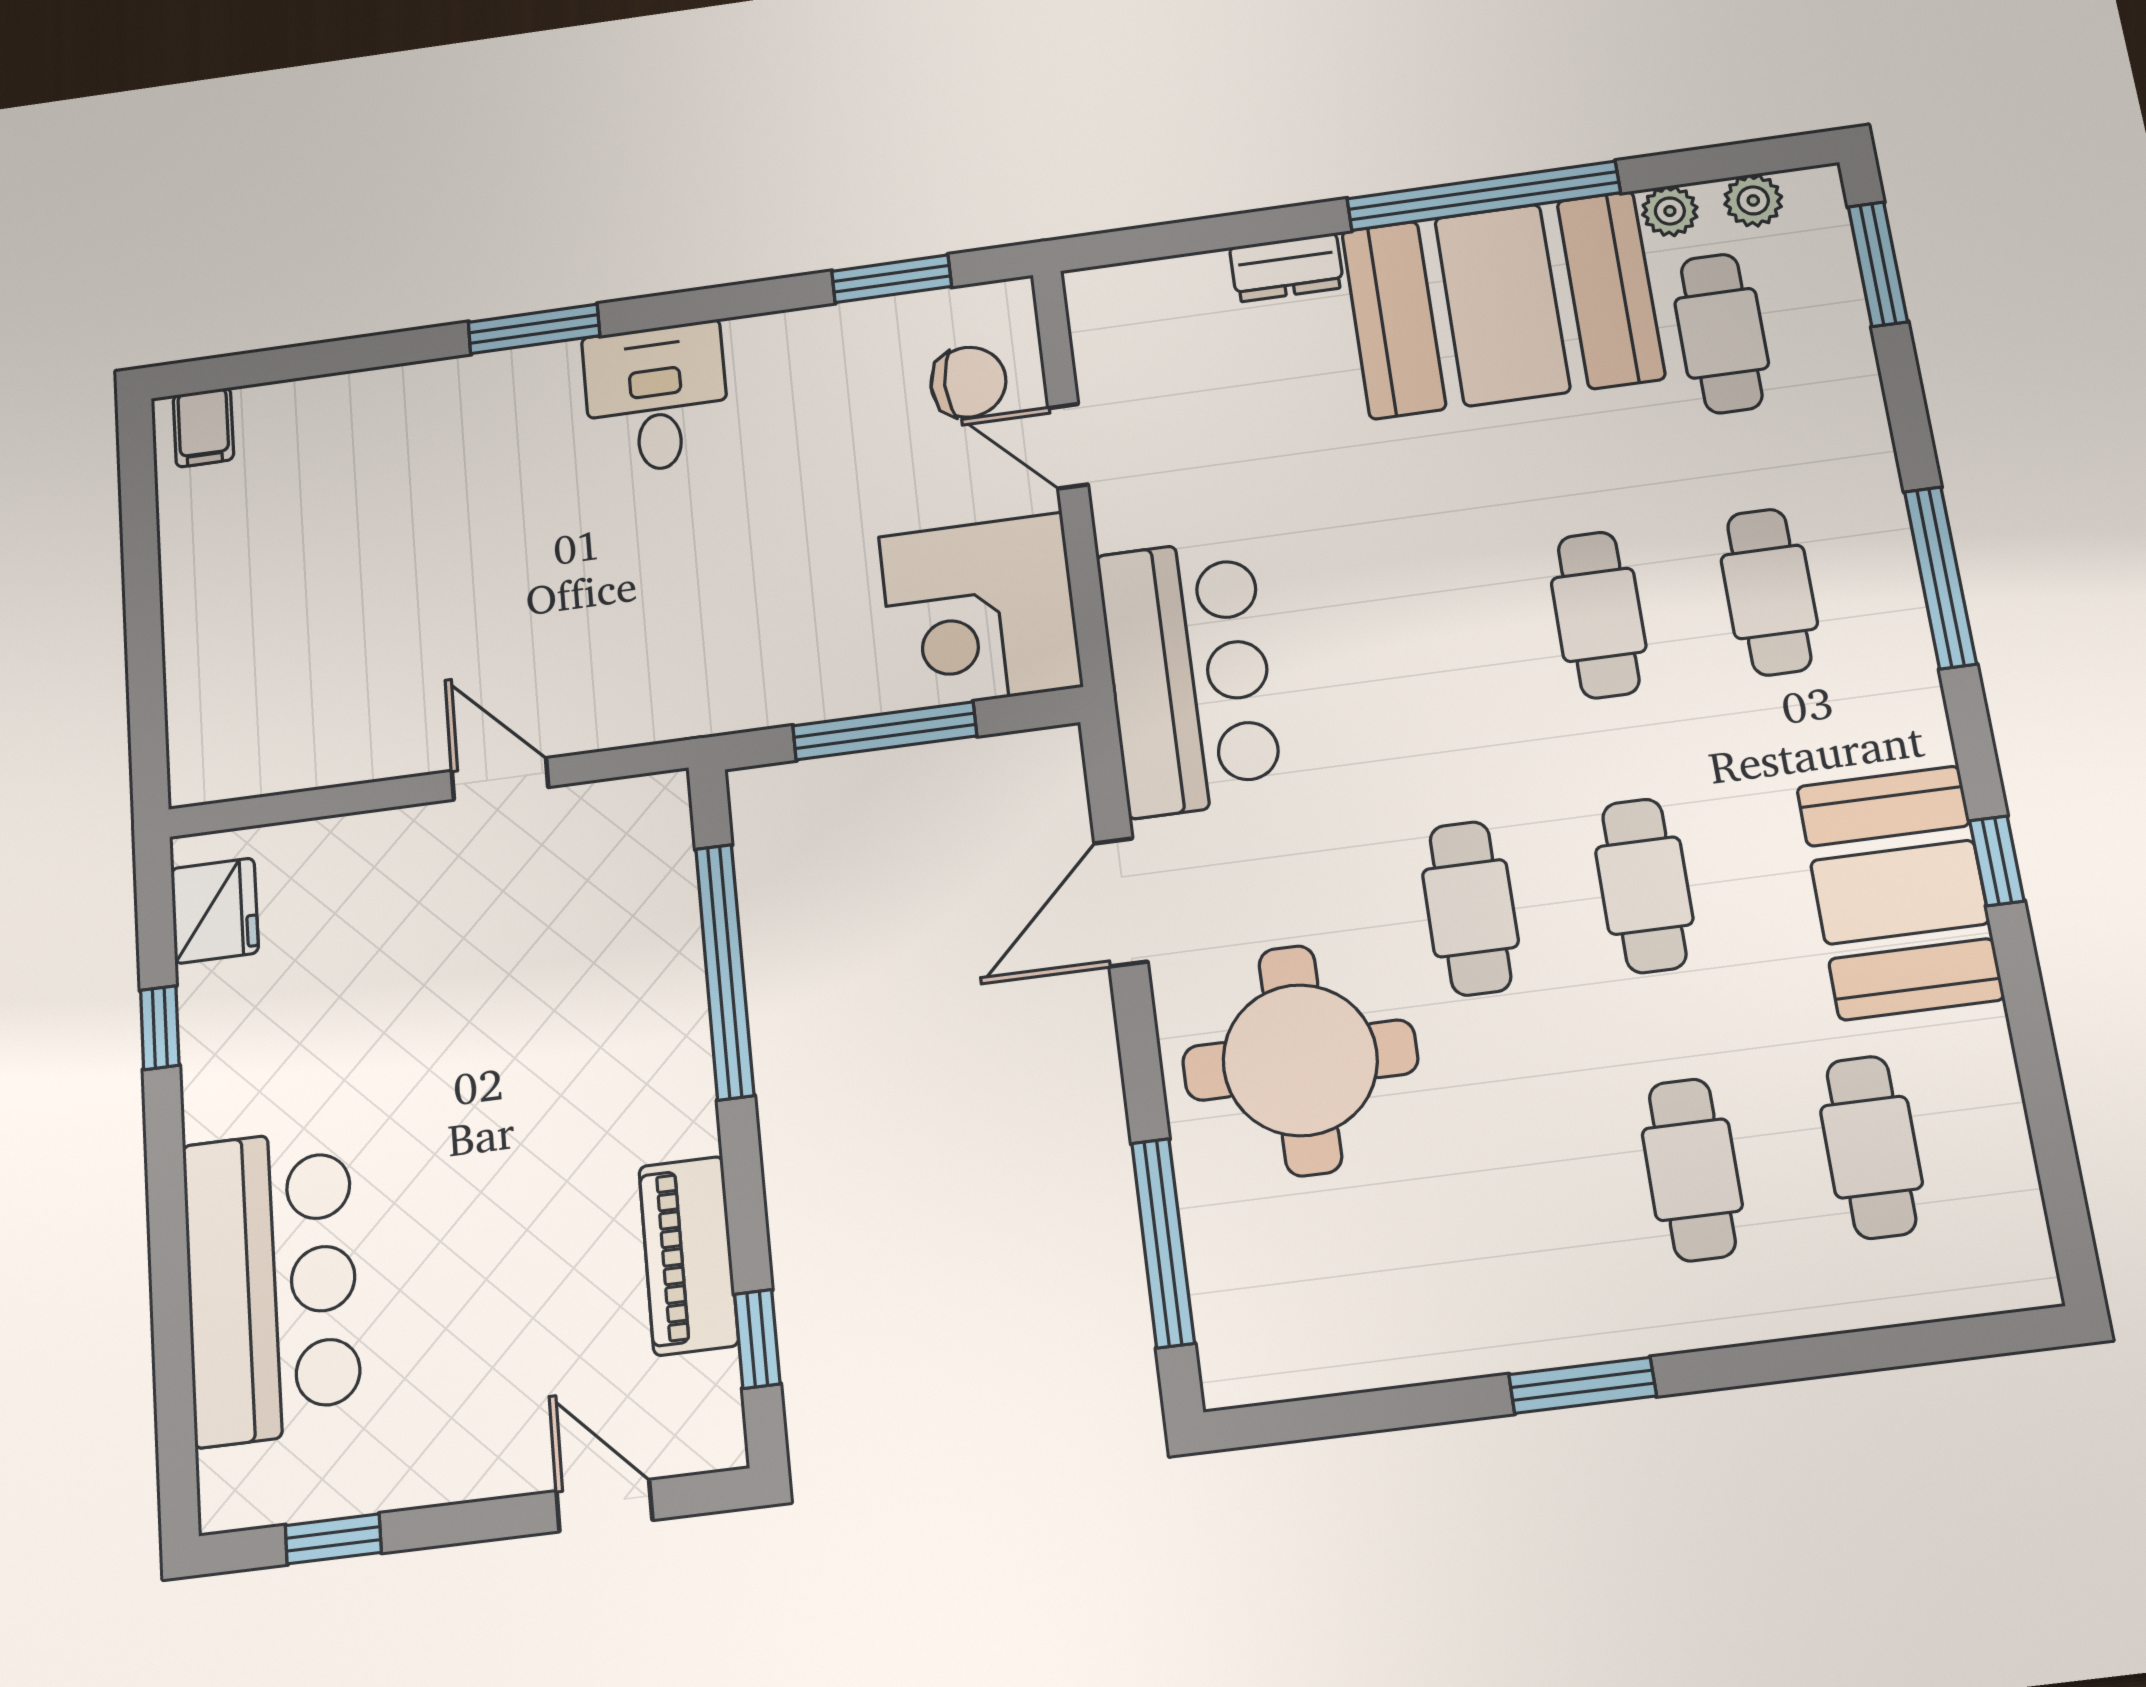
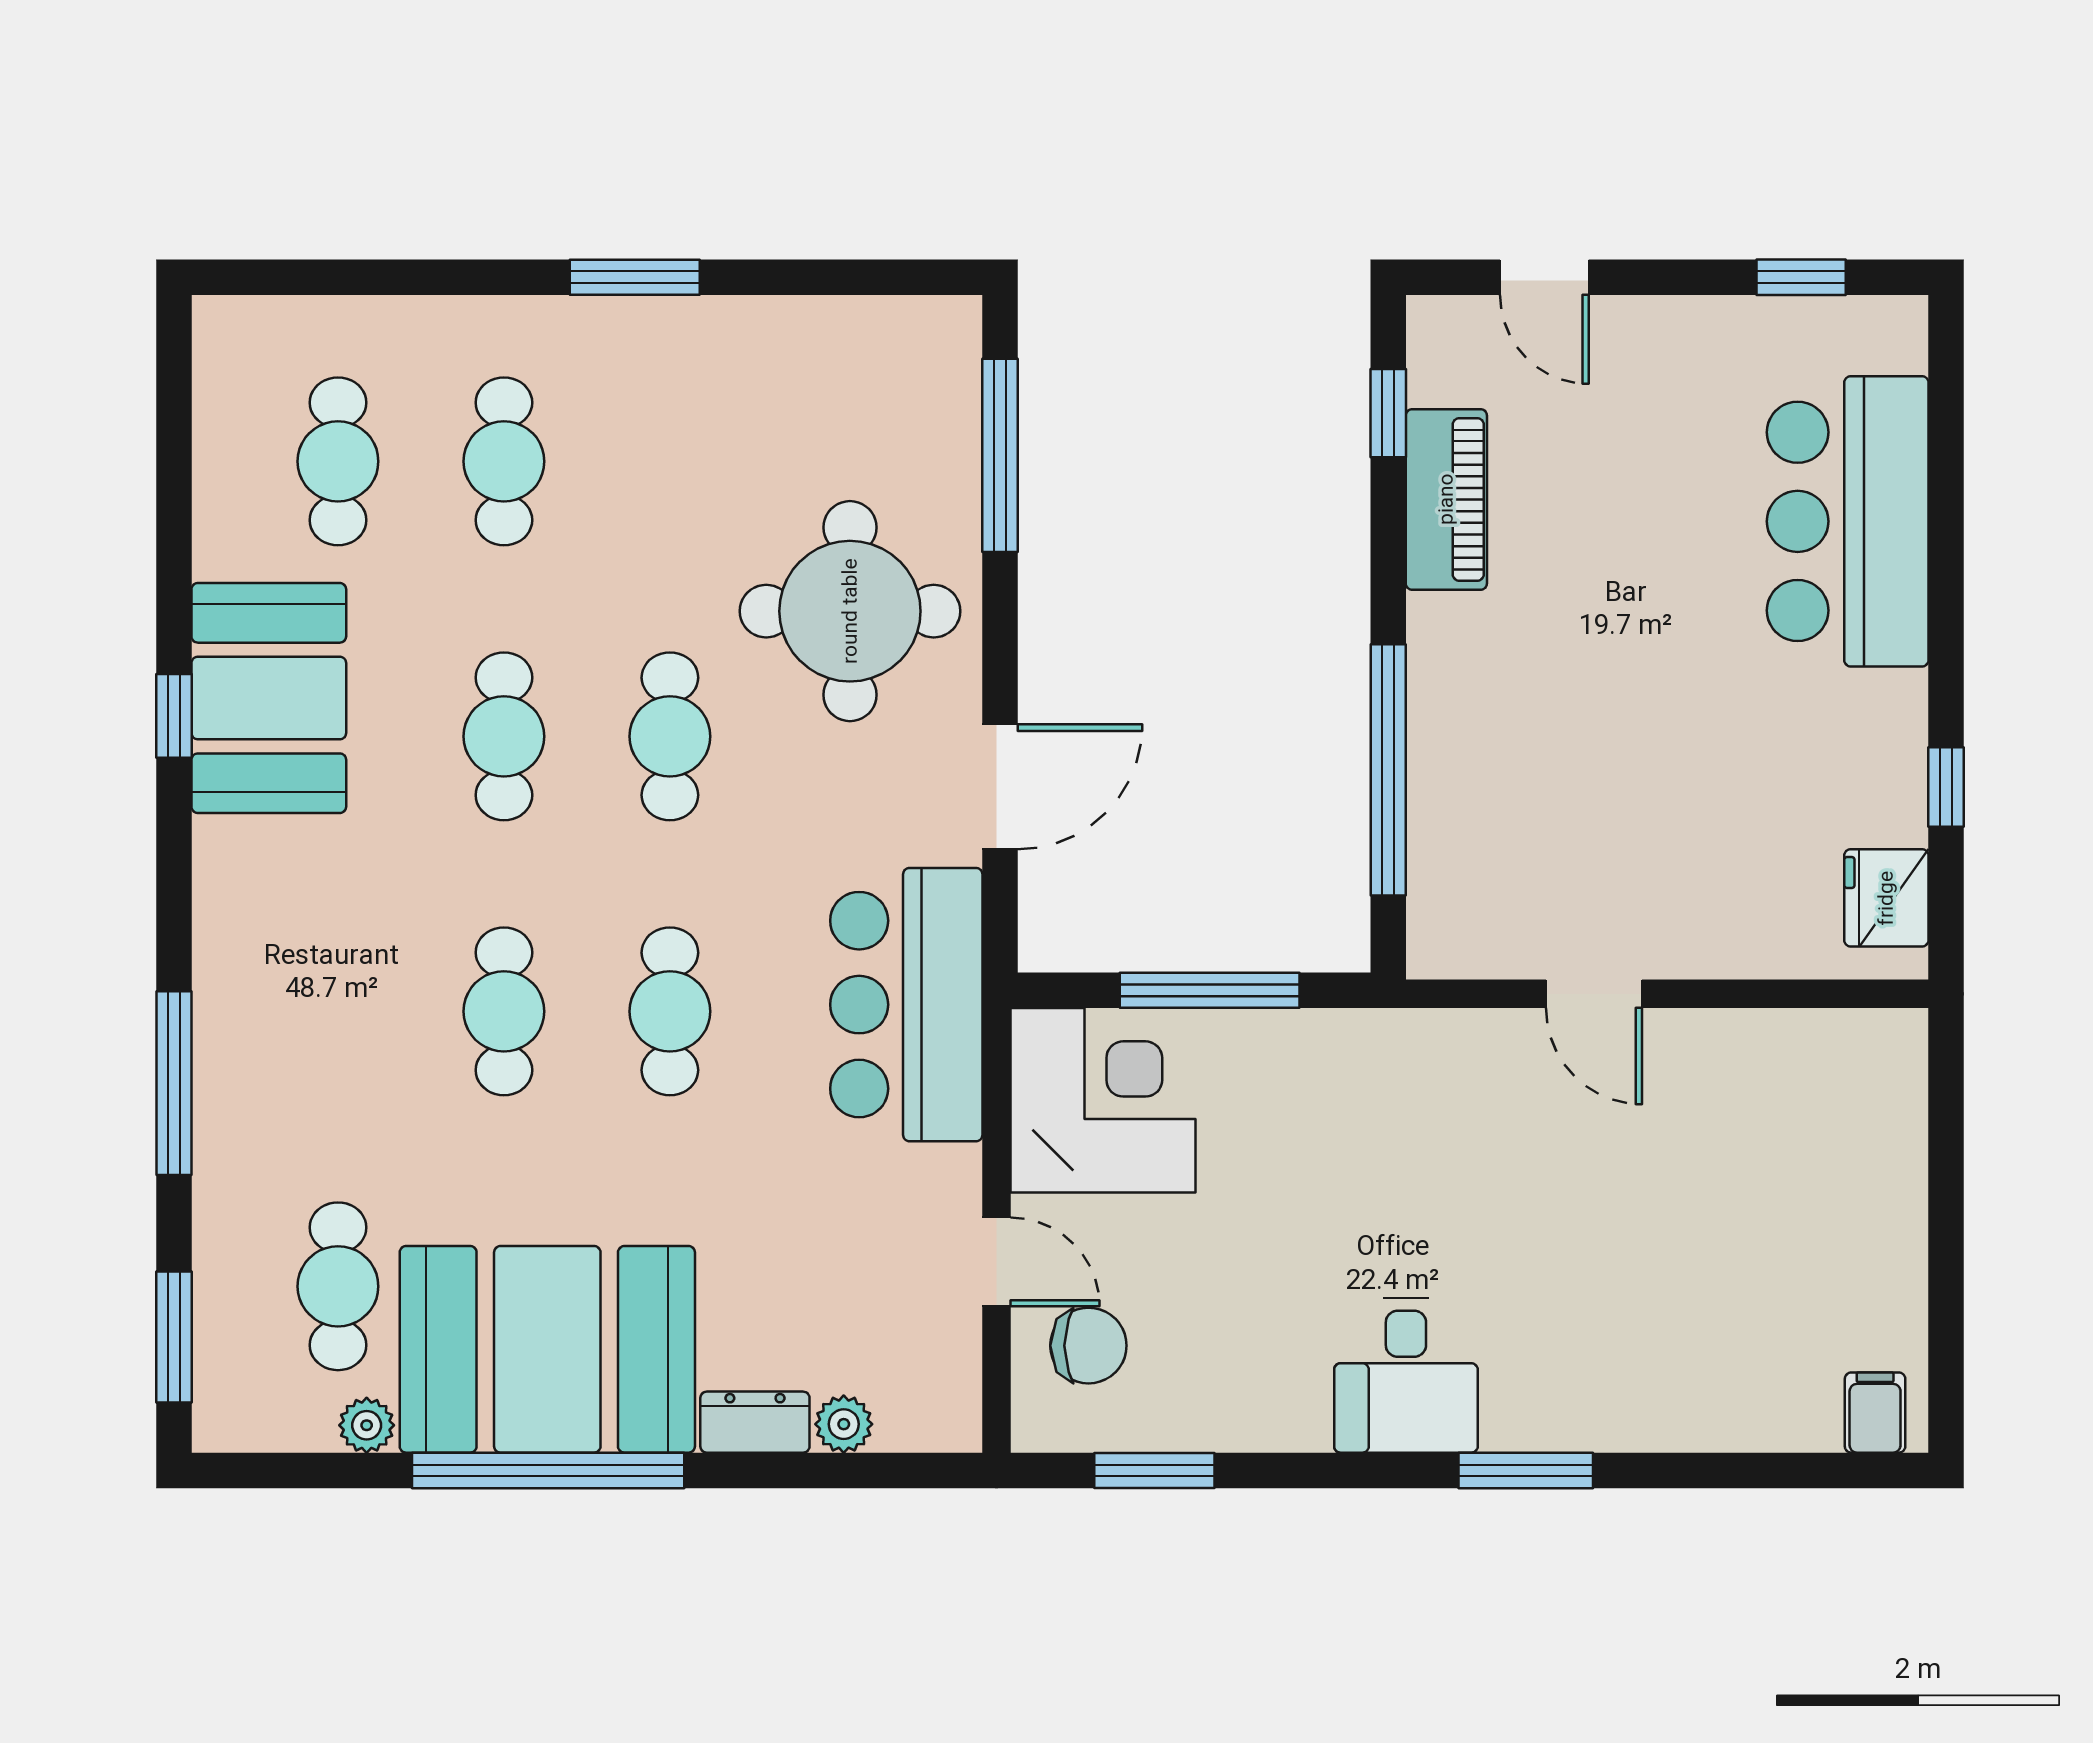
plant: (1753, 200) -> (844, 1424), moved
chair: (968, 382) -> (1088, 1346), turned 180
window: (1940, 577) -> (174, 1083), moved
cafe table: (1769, 592) -> (670, 1011), moved

